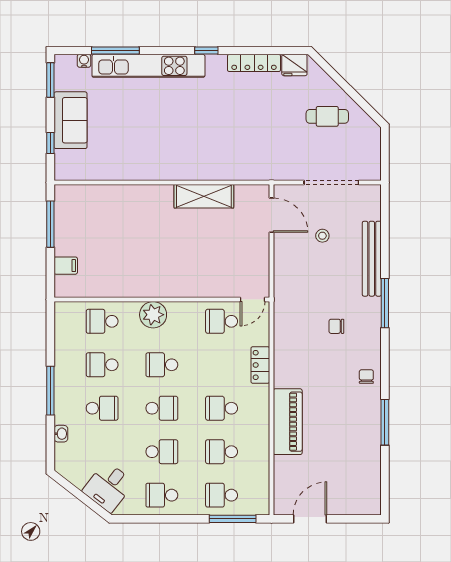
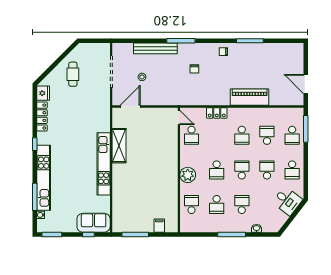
sofa: (70, 120) -> (94, 223), moved
kitchen unit: (172, 169) -> (104, 164), added
school desk: (102, 321) -> (191, 204), turned 180
school desk: (222, 452) -> (267, 135), turned 180

